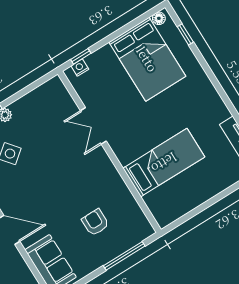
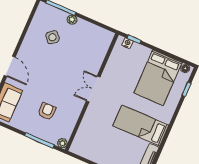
double door: (93, 126) -> (93, 89), moved
bed: (164, 163) -> (141, 126), moved, turned 180
plant: (147, 230) -> (62, 143), added

